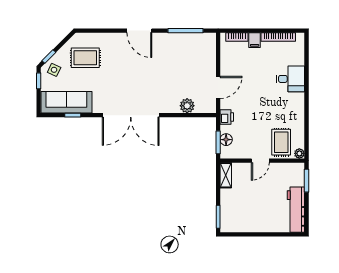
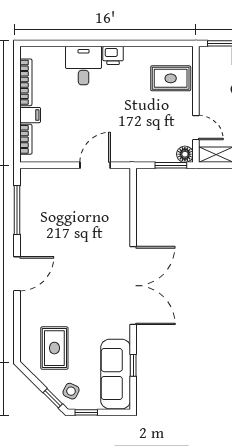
door: (218, 87) -> (95, 165), hinge flipped
plant: (187, 106) -> (120, 208), removed
printer: (227, 117) -> (113, 55), moved, turned 180
floor lamp: (226, 140) -> (185, 154), moved
plant: (299, 153) -> (186, 53), removed
door: (260, 161) -> (196, 128), moved

